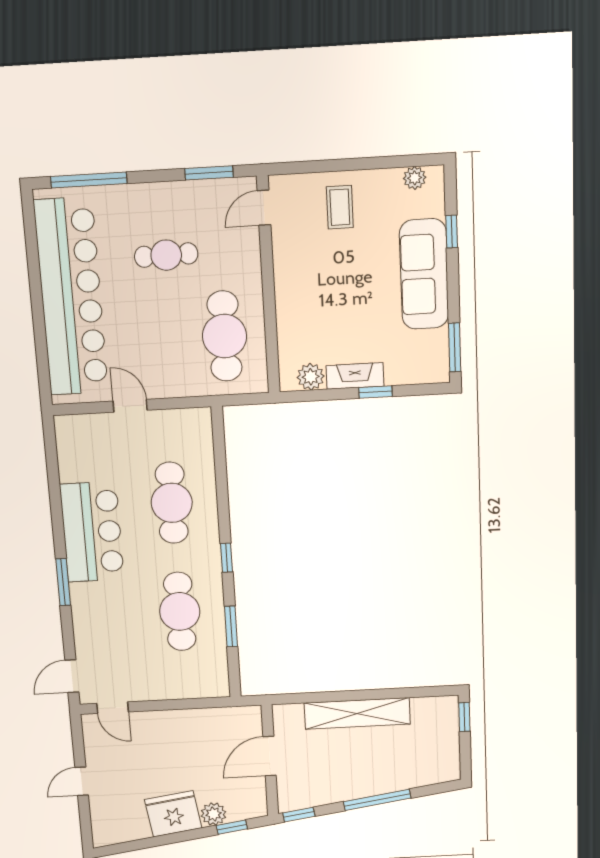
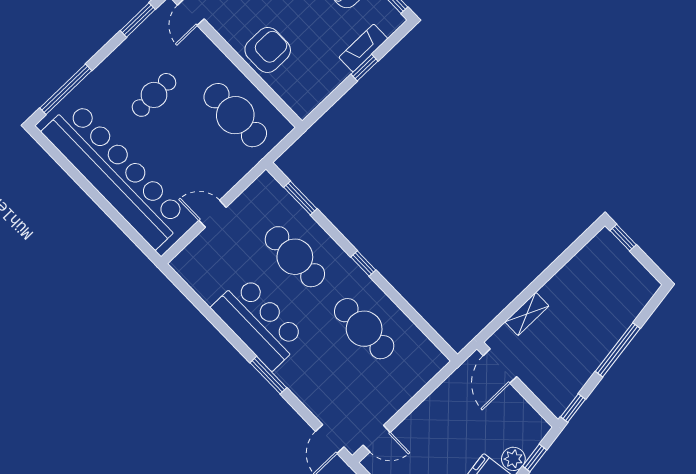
armchair: (304, 303) -> (268, 50), added
fireplace: (355, 376) -> (363, 48), moved
plant: (311, 377) -> (314, 94), removed
window: (231, 626) -> (300, 198), moved
shelving: (357, 713) -> (527, 314), width x0.45, depth x0.75
door: (270, 756) -> (500, 366), moved

